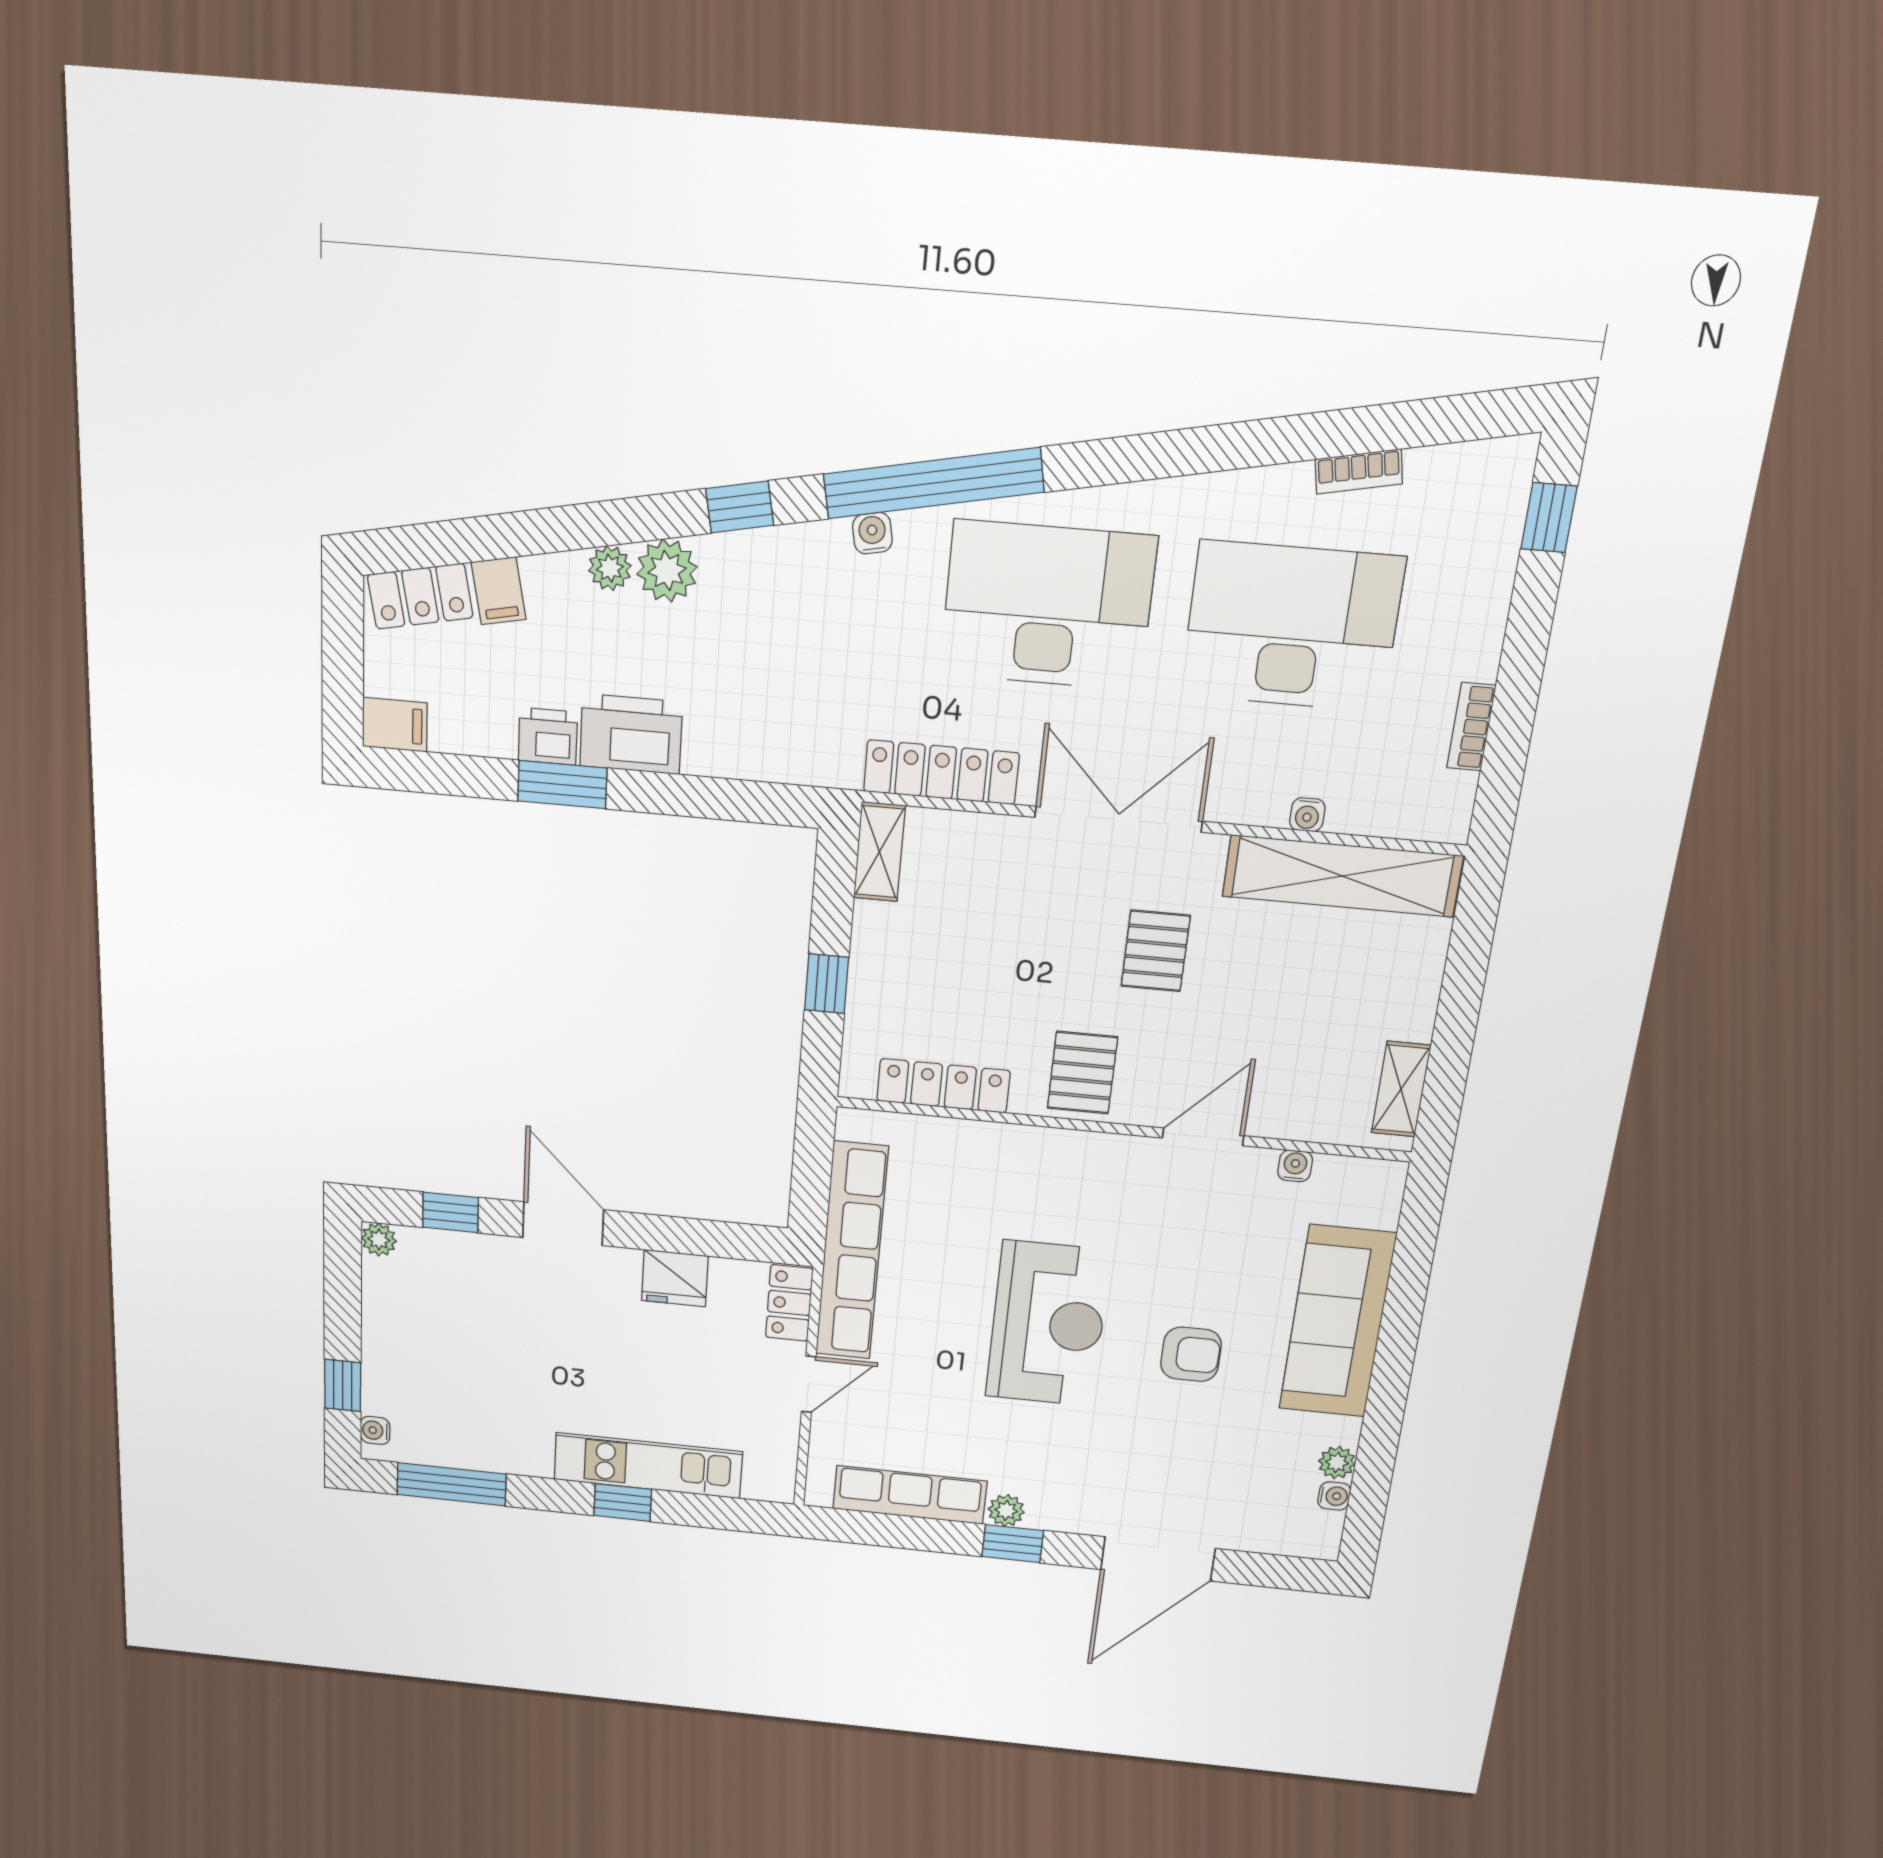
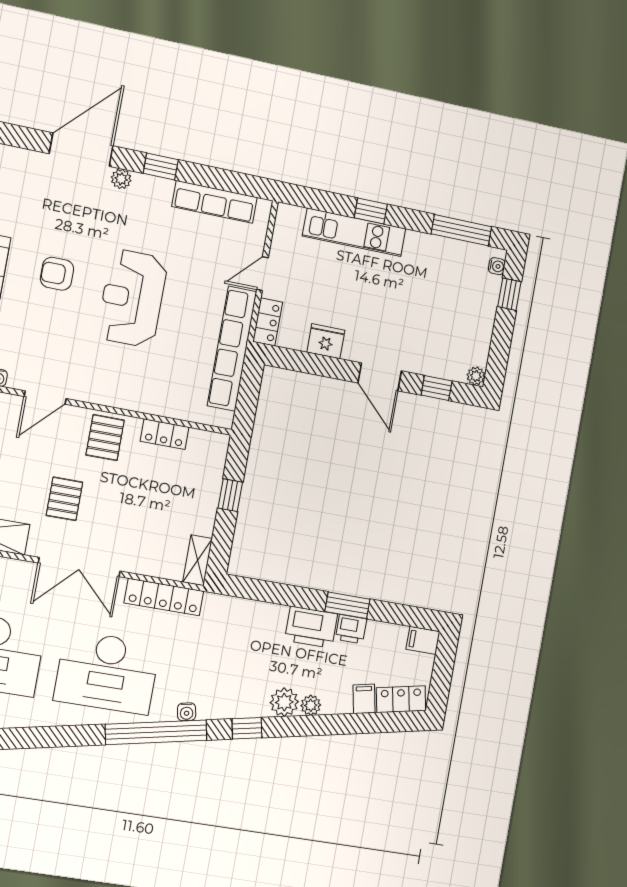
locker: (943, 1086) -> (165, 434), width x0.66
plant: (1006, 1510) -> (121, 179), moved

